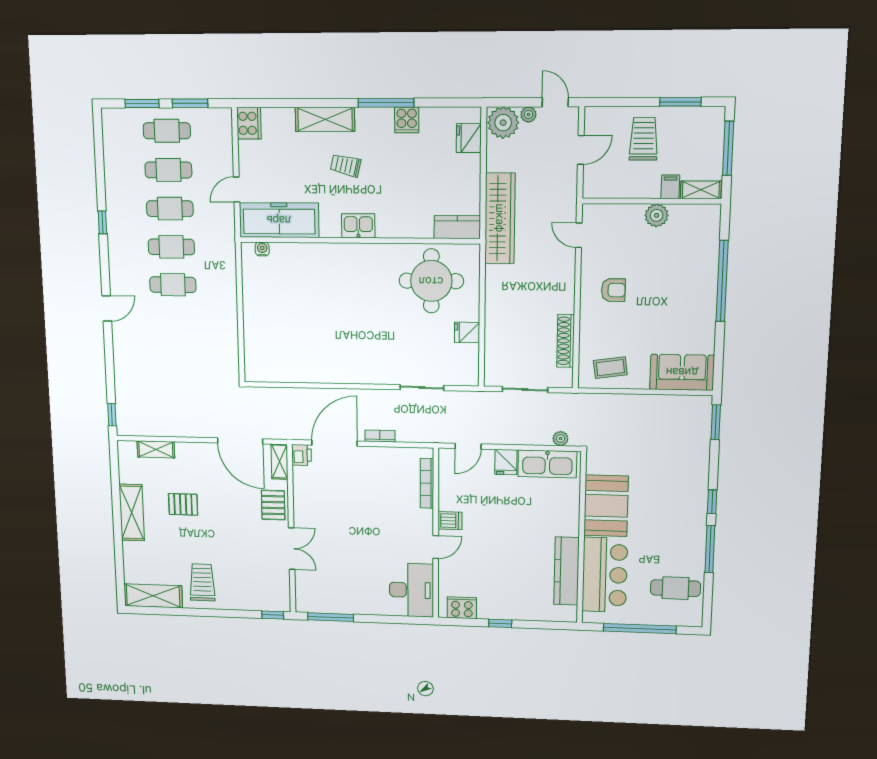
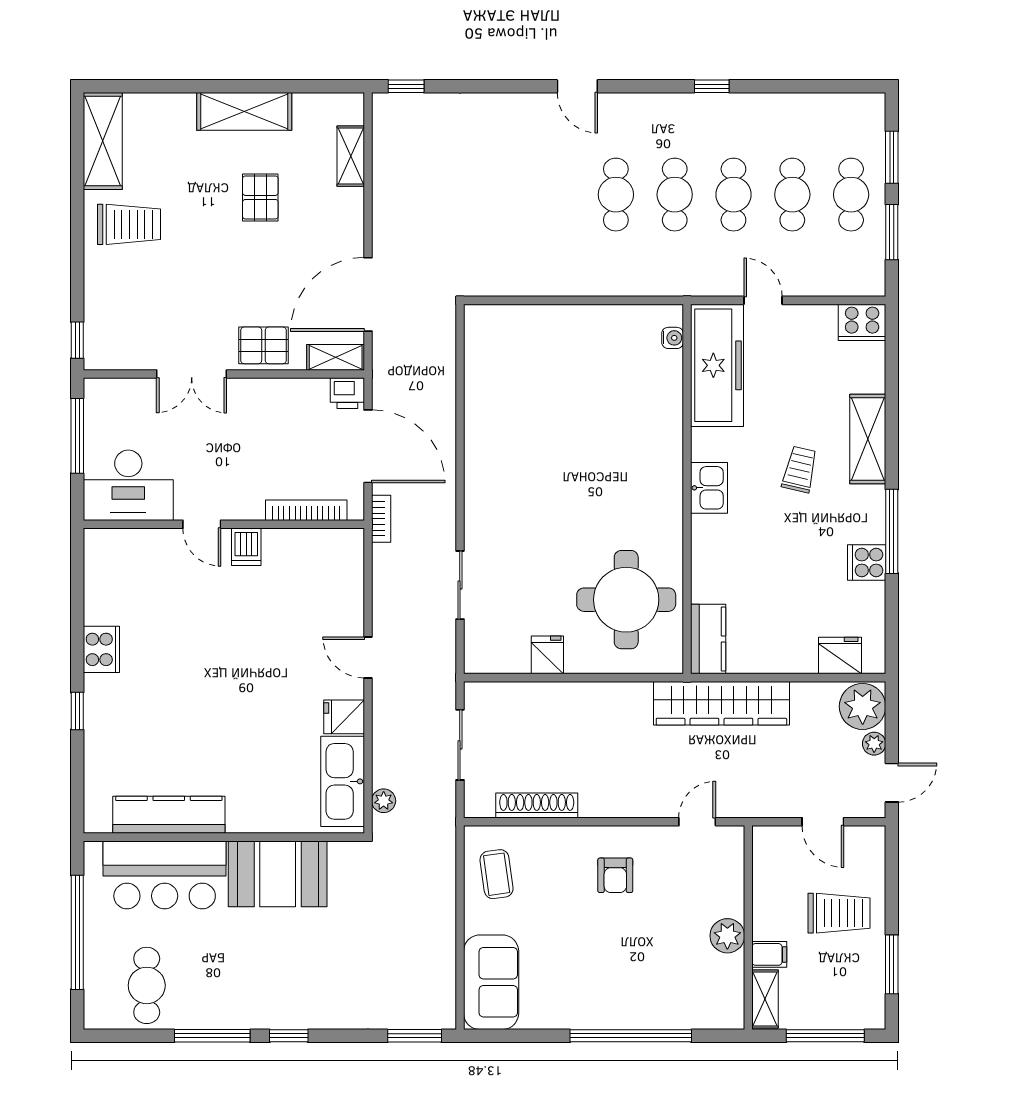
bookcase: (427, 483) -> (306, 510), moved
dishwasher: (450, 521) -> (246, 547), moved
wall: (436, 534) -> (224, 524), moved
door: (436, 547) -> (202, 524), moved
desk: (411, 590) -> (128, 485), moved

